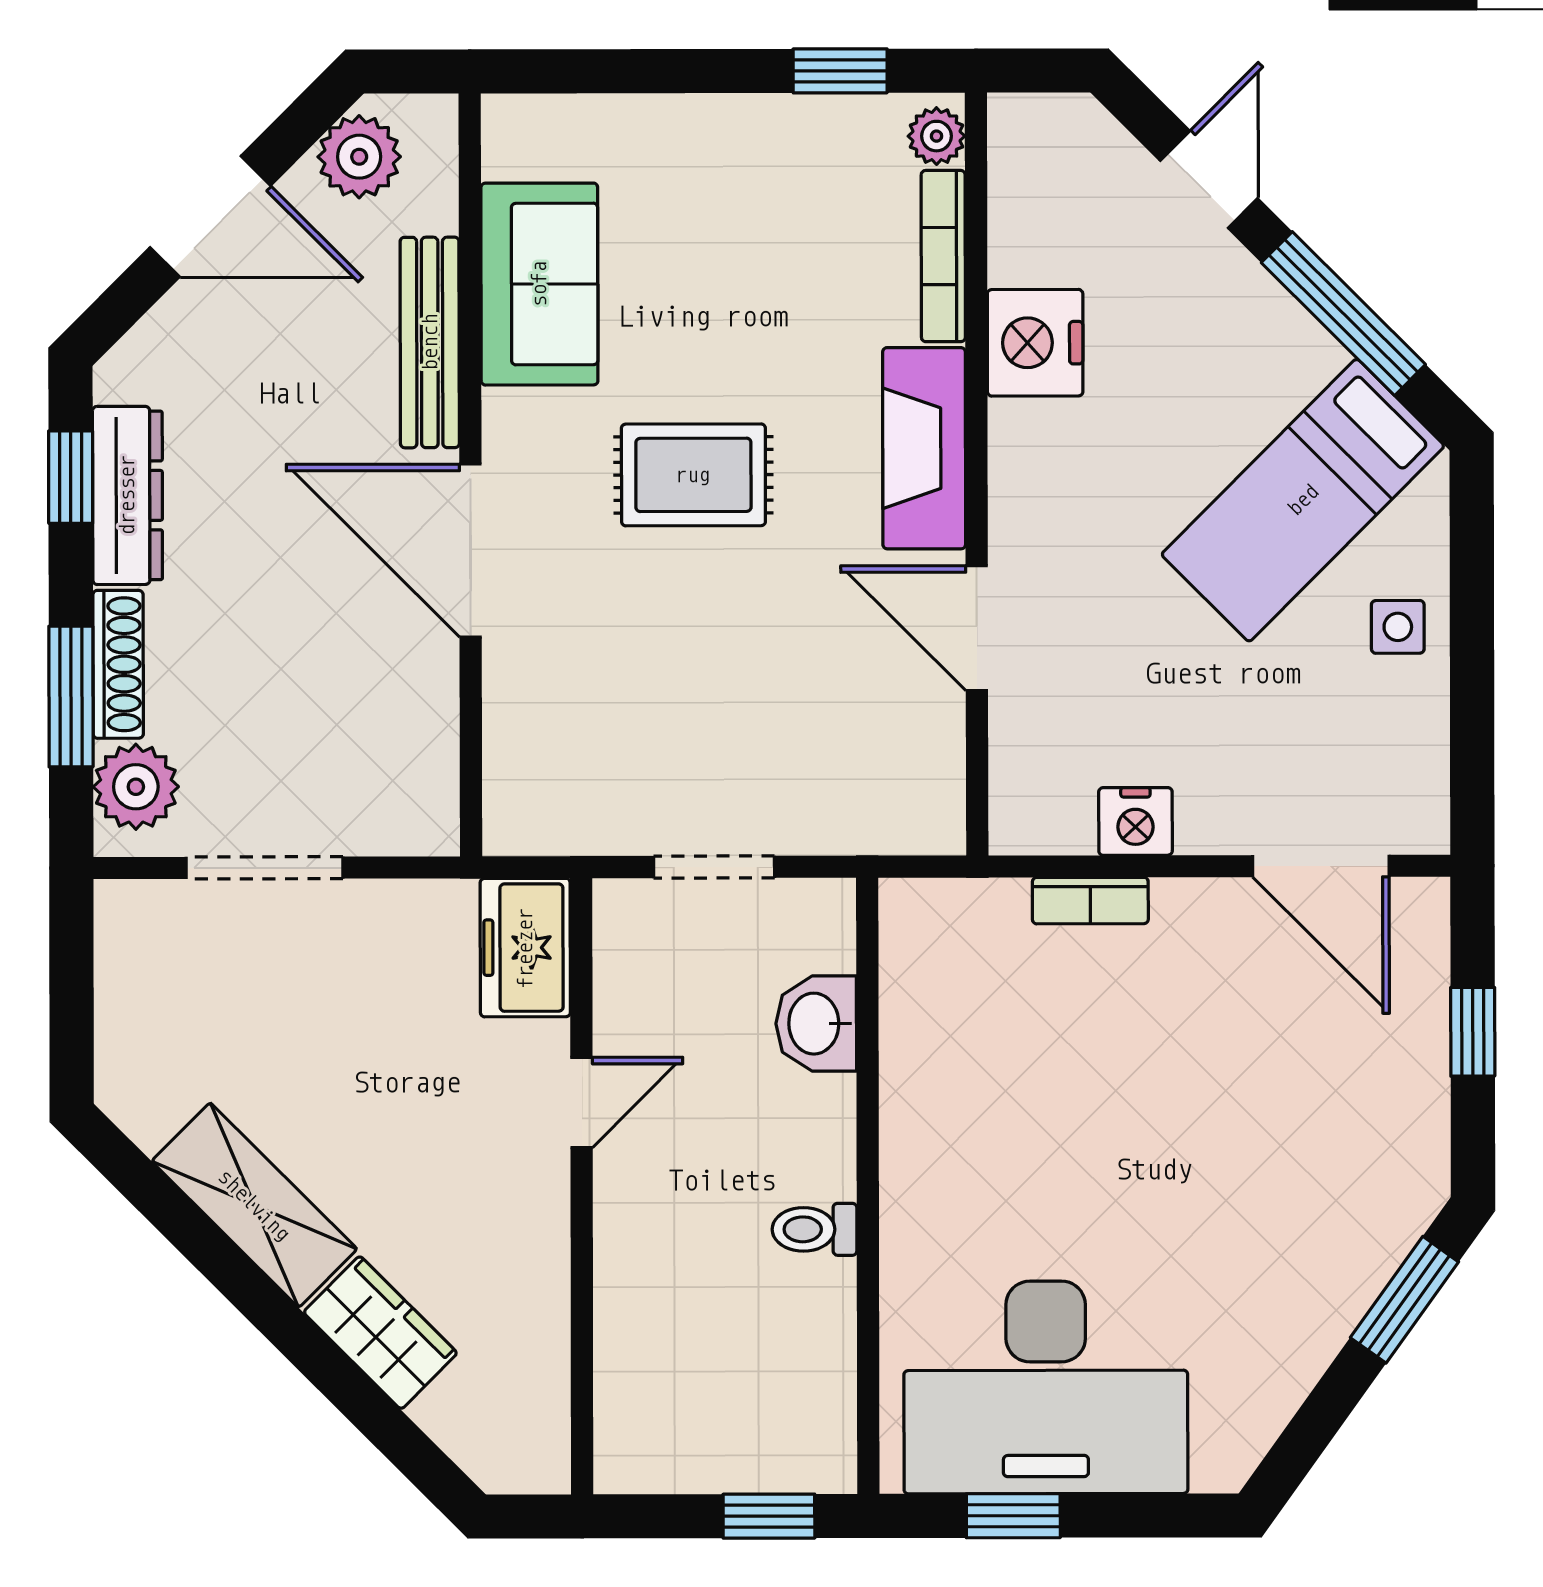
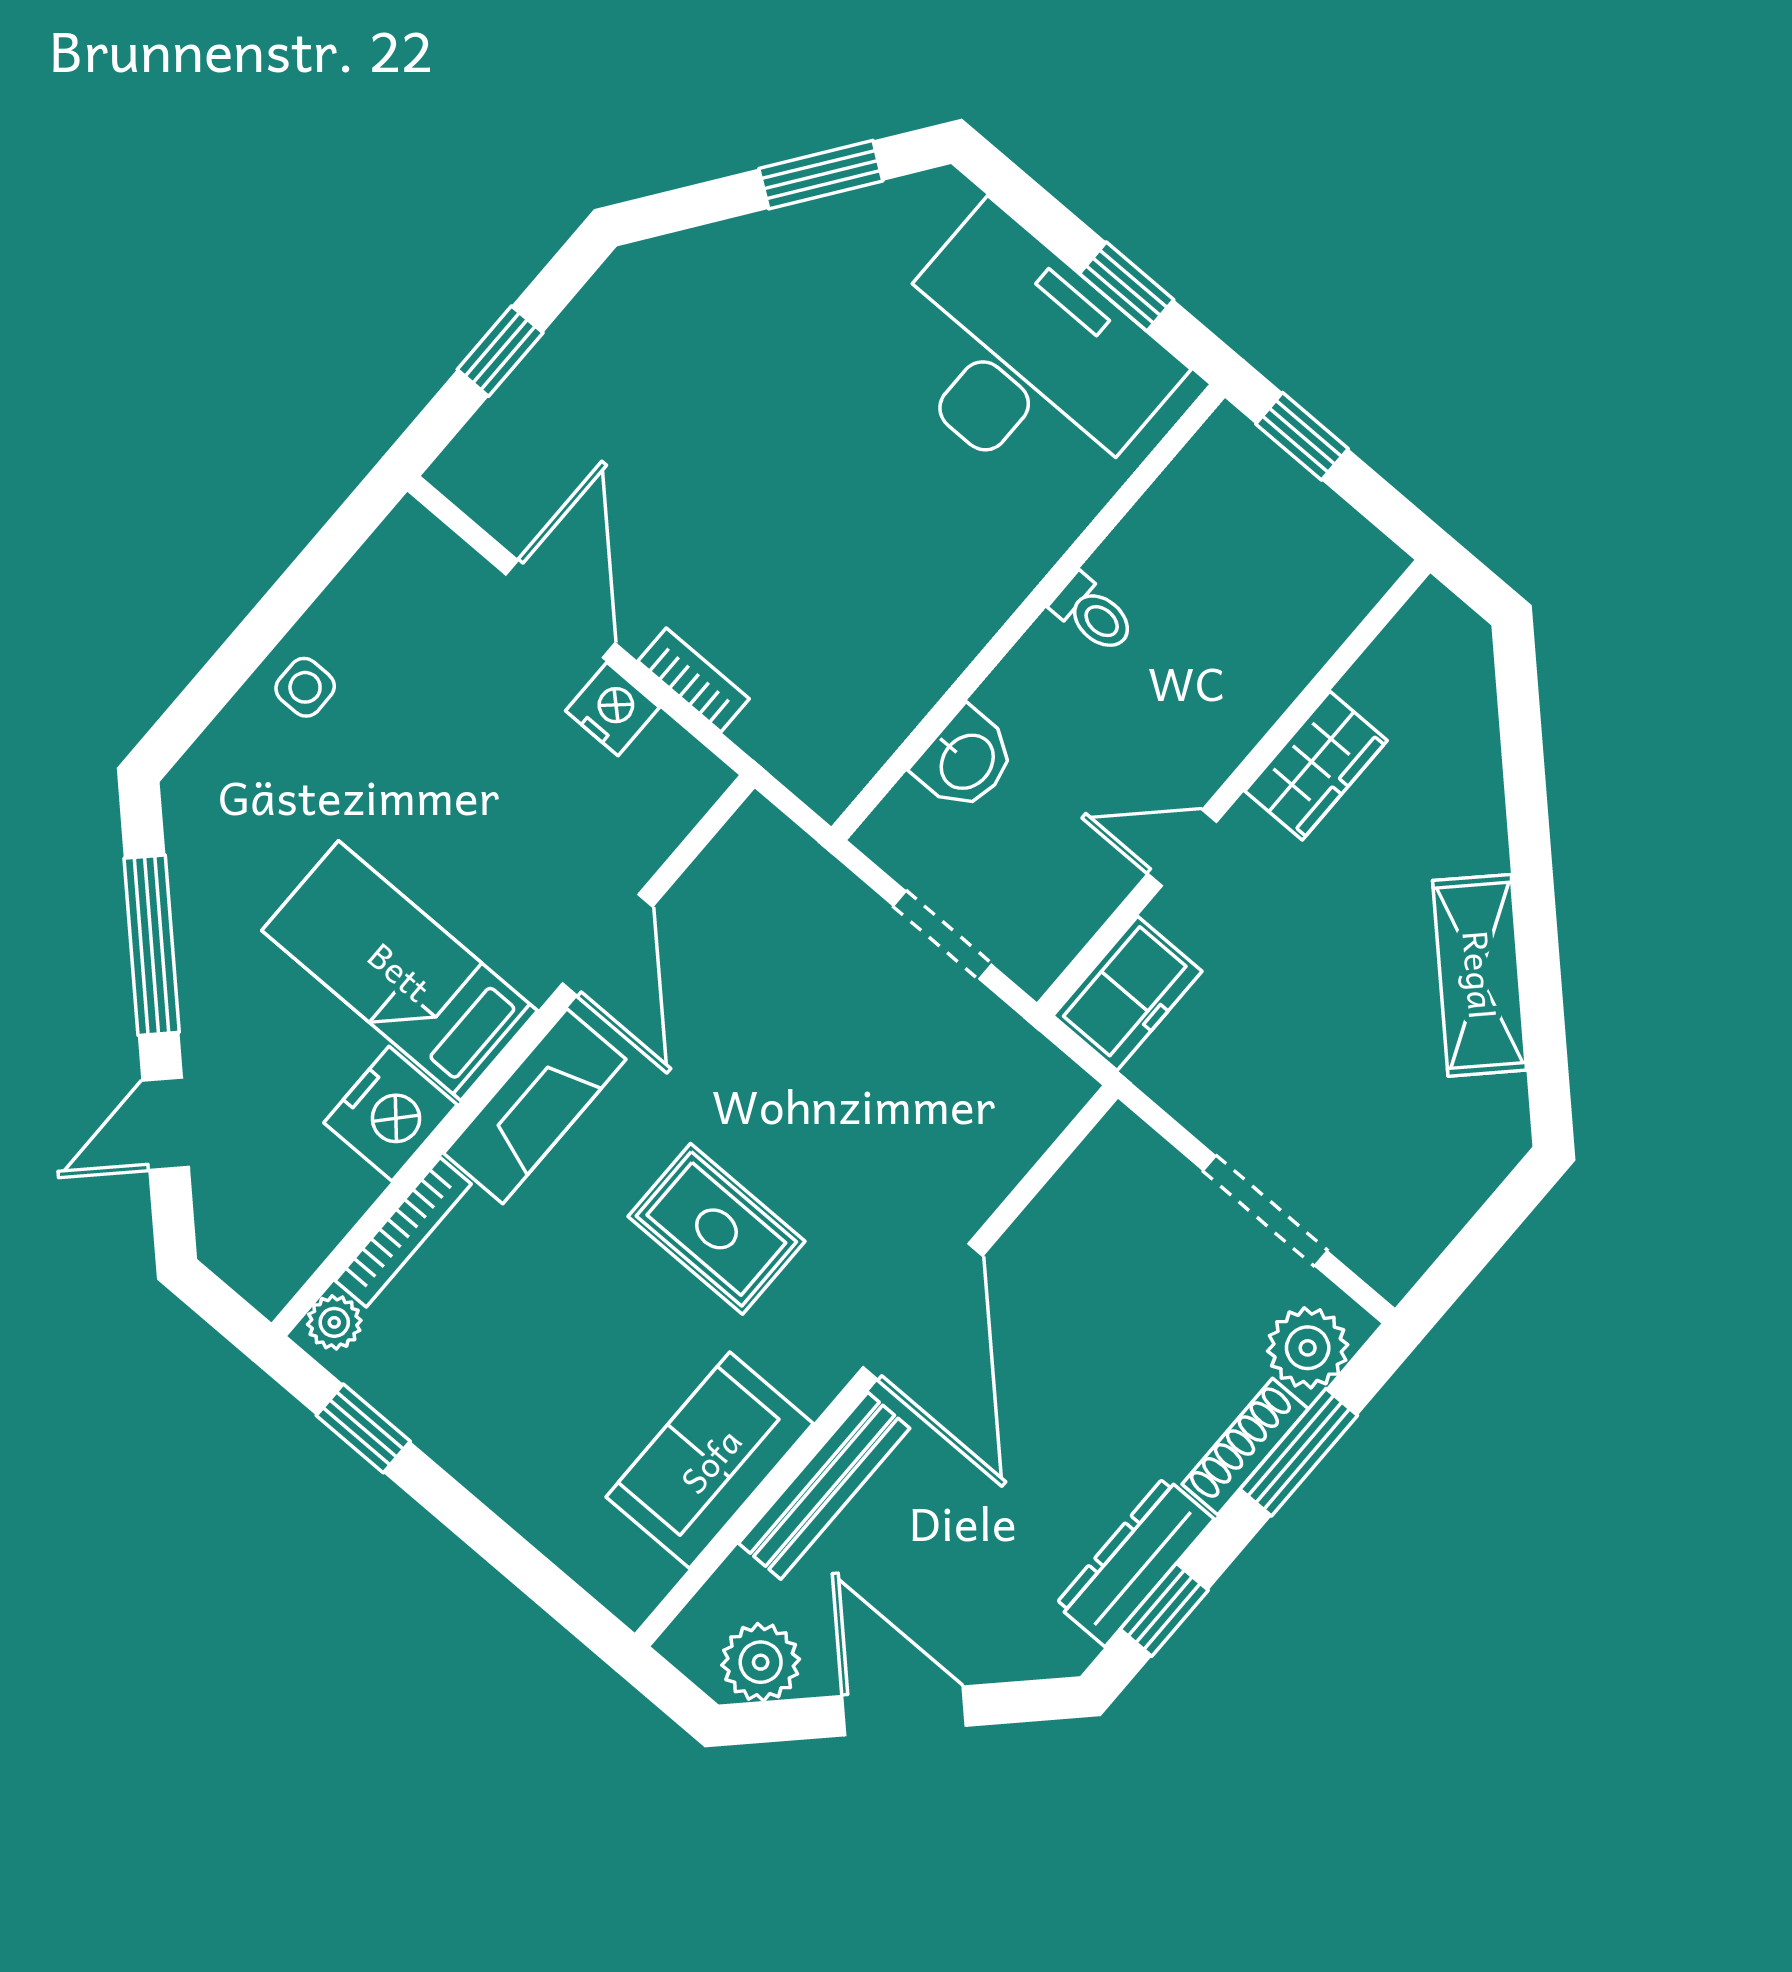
bed: (1303, 500) -> (400, 971), moved, turned -135
door: (1321, 866) -> (560, 609), moved
window: (1404, 1300) -> (821, 175), moved
wardrobe: (380, 1333) -> (1316, 766), moved, turned -135

